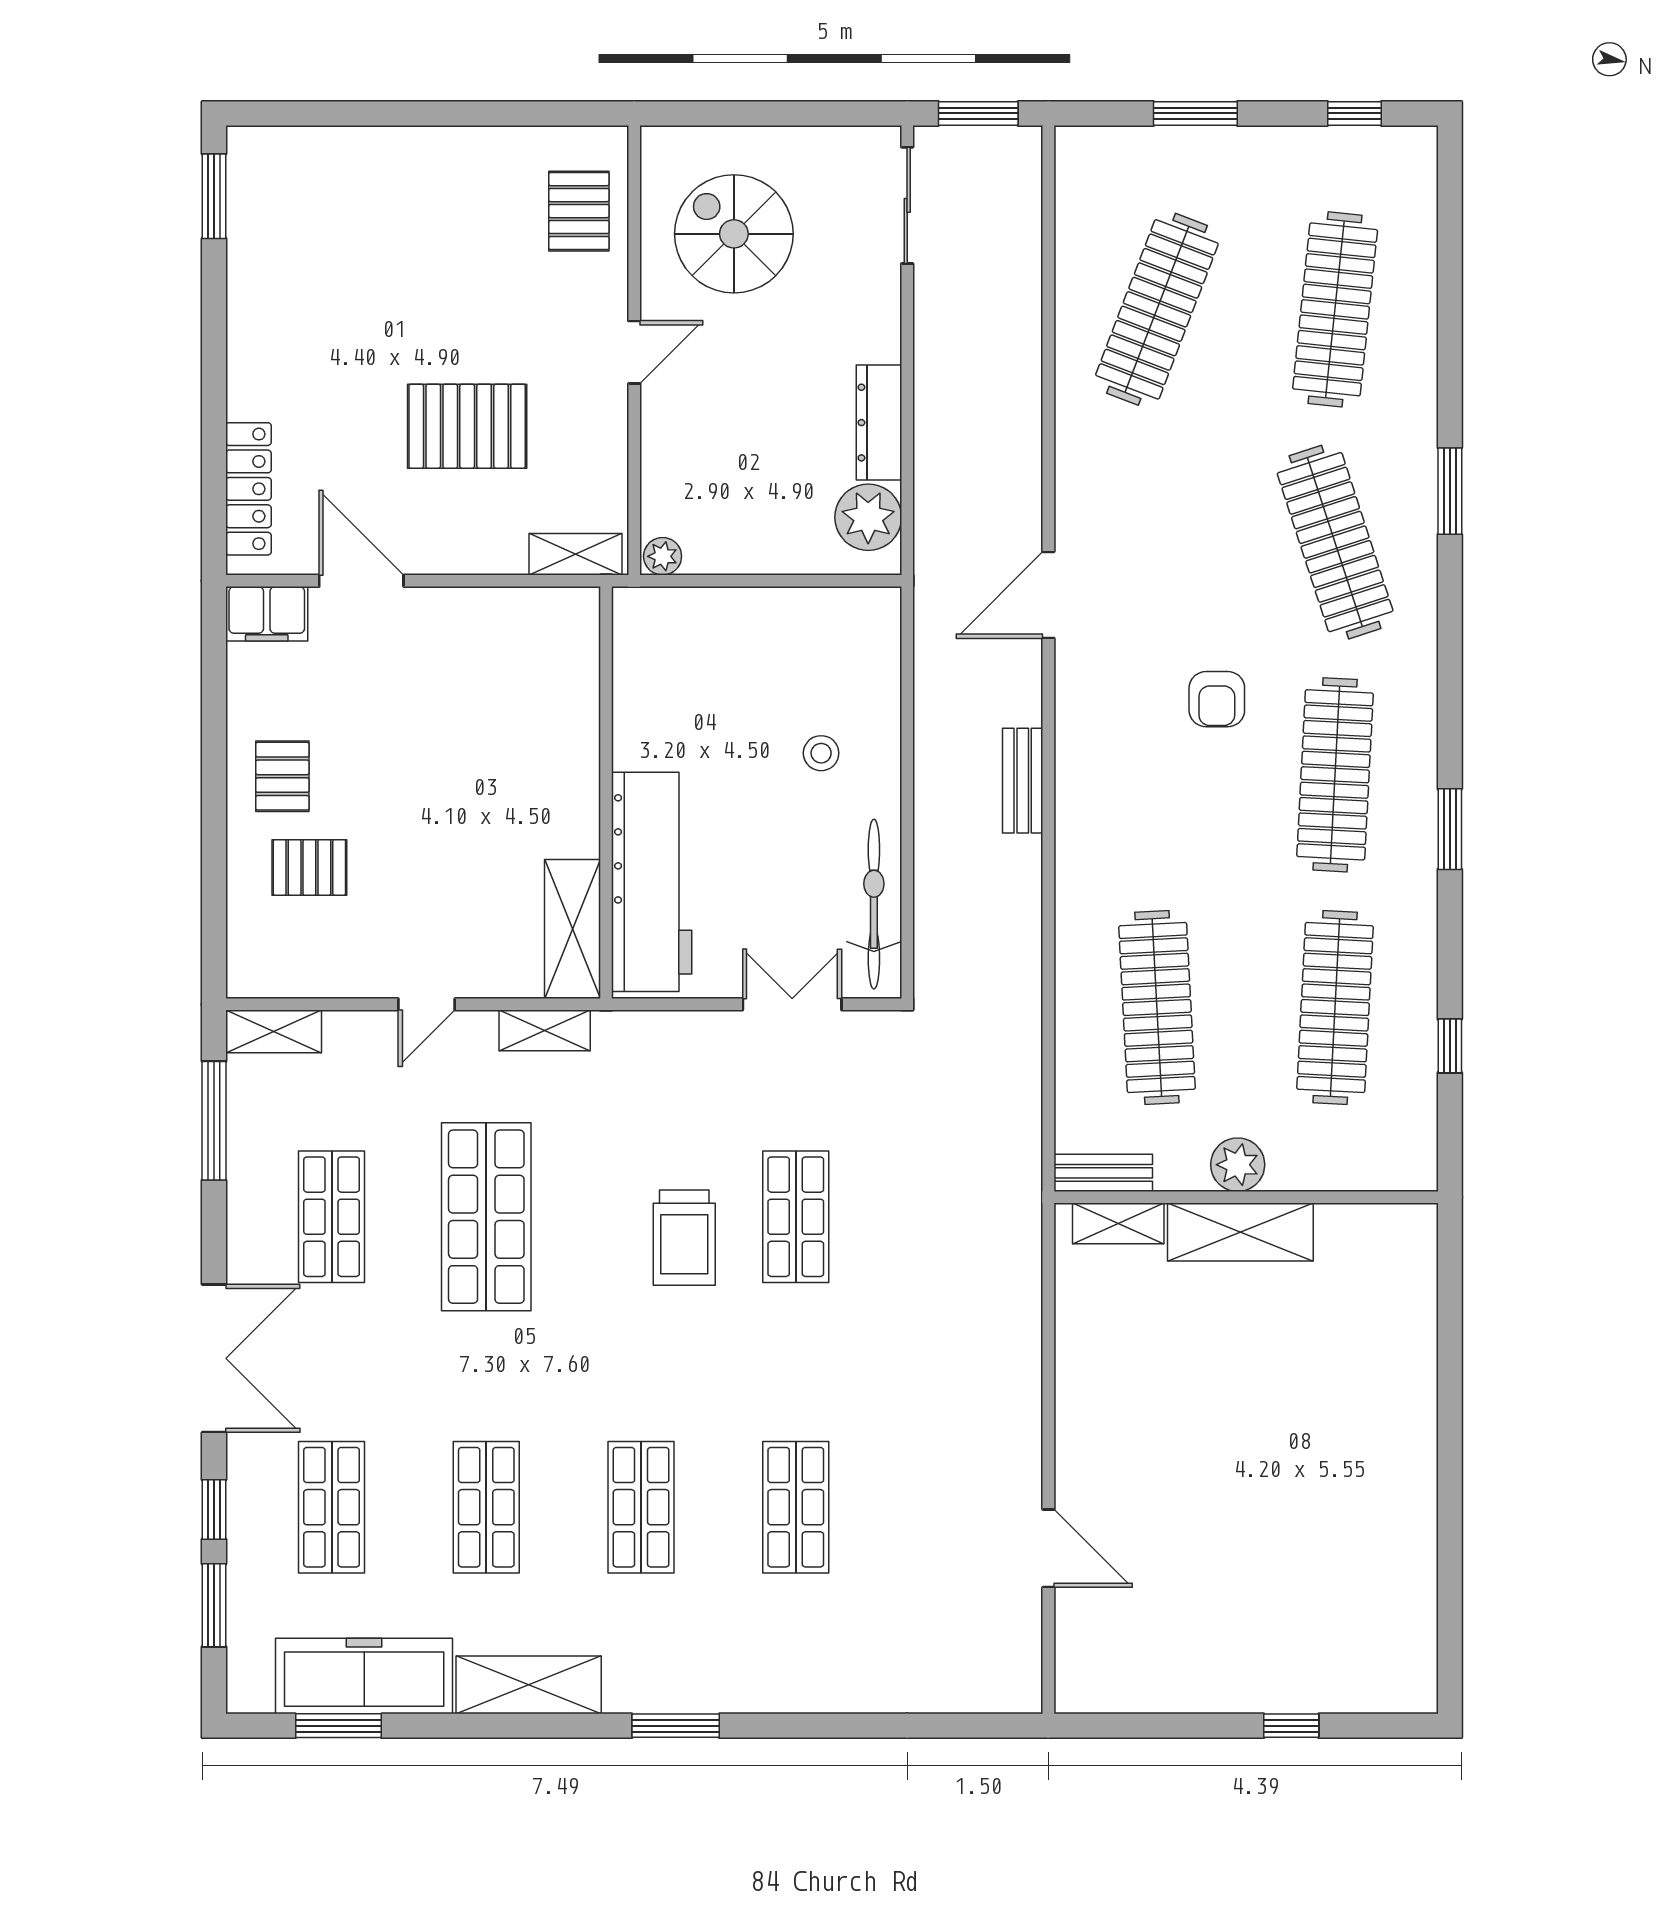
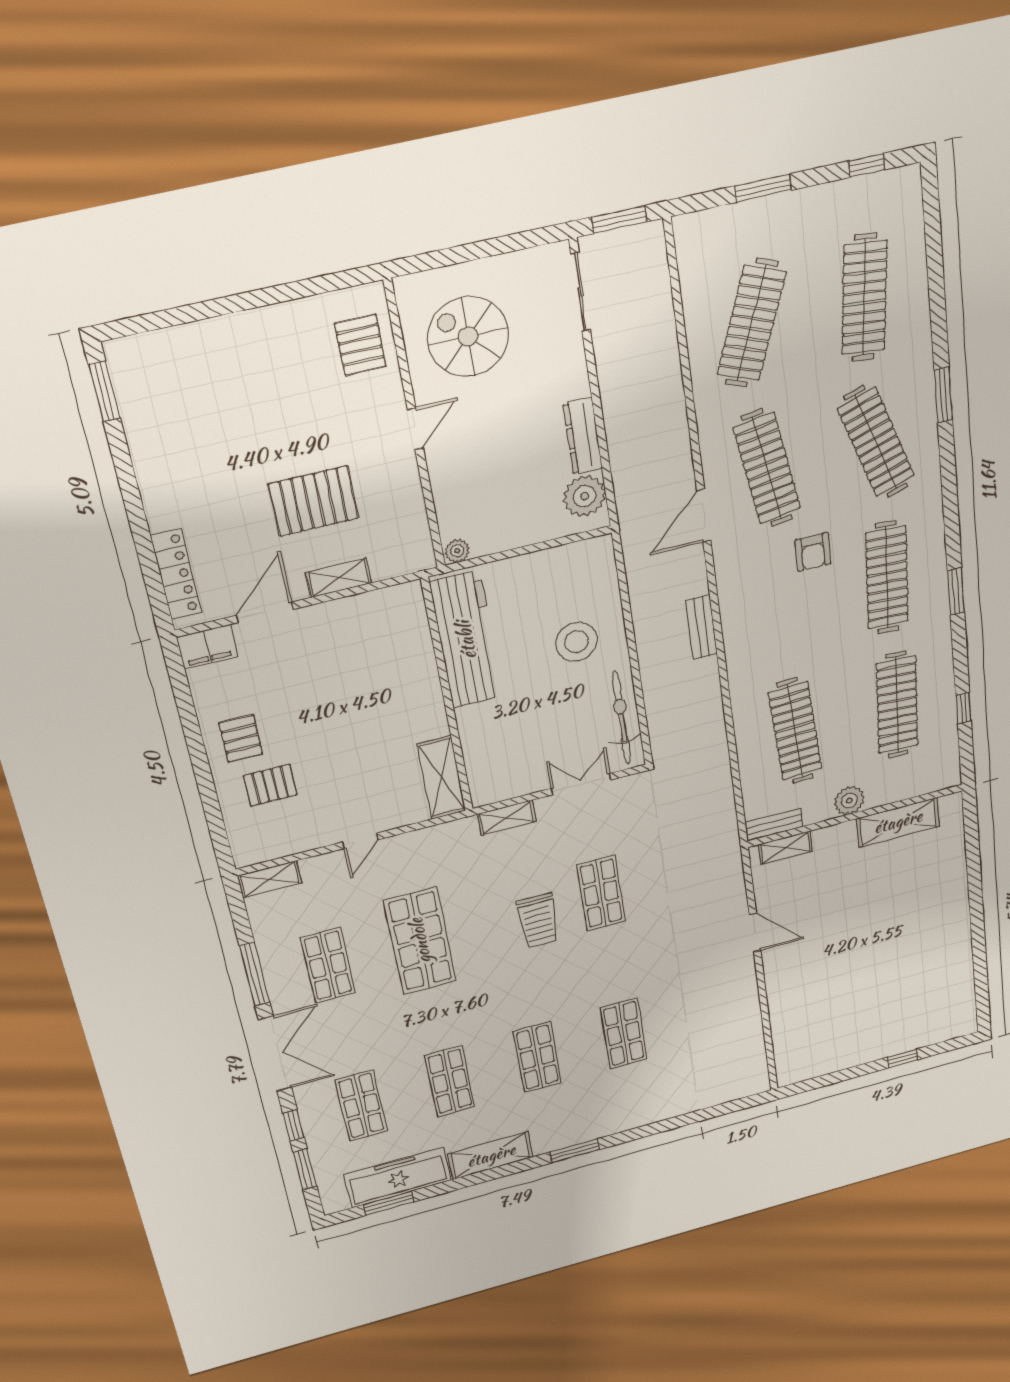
clothes rail: (1157, 542) -> (767, 468), added
shelving: (575, 554) -> (339, 578), moved
door: (361, 581) -> (265, 612), hinge flipped
stool: (821, 753) -> (577, 642), width x1.89, depth x1.89
workbench: (652, 882) -> (466, 640), moved
shelving: (545, 1030) -> (507, 818), moved
window: (214, 1121) -> (255, 974), moved
shelving: (1240, 1232) -> (898, 822), moved
door: (1048, 1548) -> (755, 933), moved

